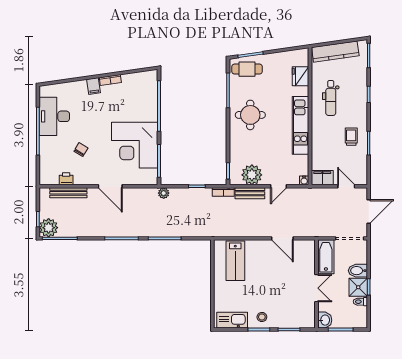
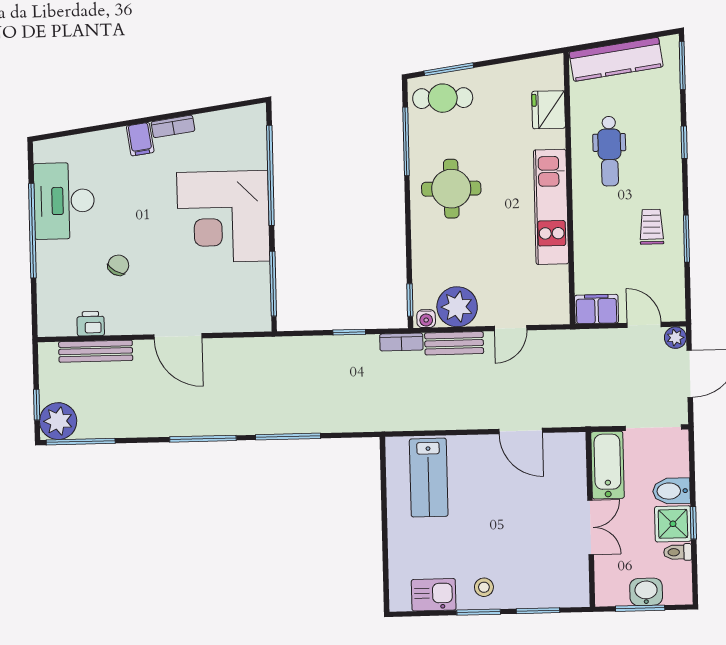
corner desk: (135, 145) -> (223, 217), moved
water cooler: (304, 180) -> (426, 319), moved
plant: (164, 193) -> (675, 338), moved
kitchen sink: (232, 320) -> (434, 595), width x0.73
washbasin: (325, 320) -> (646, 592), moved, turned -90

